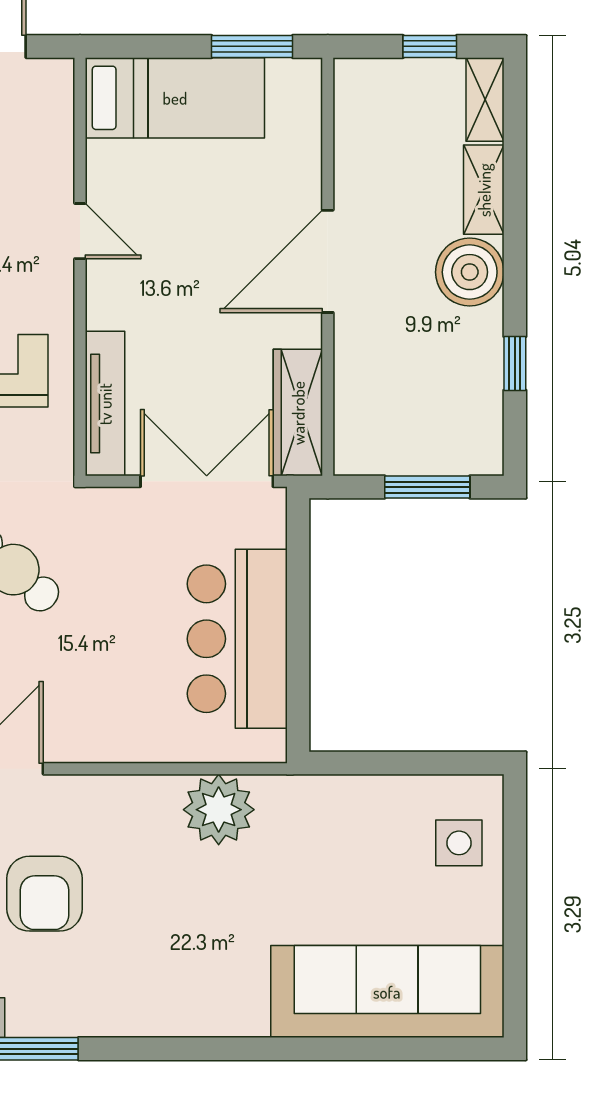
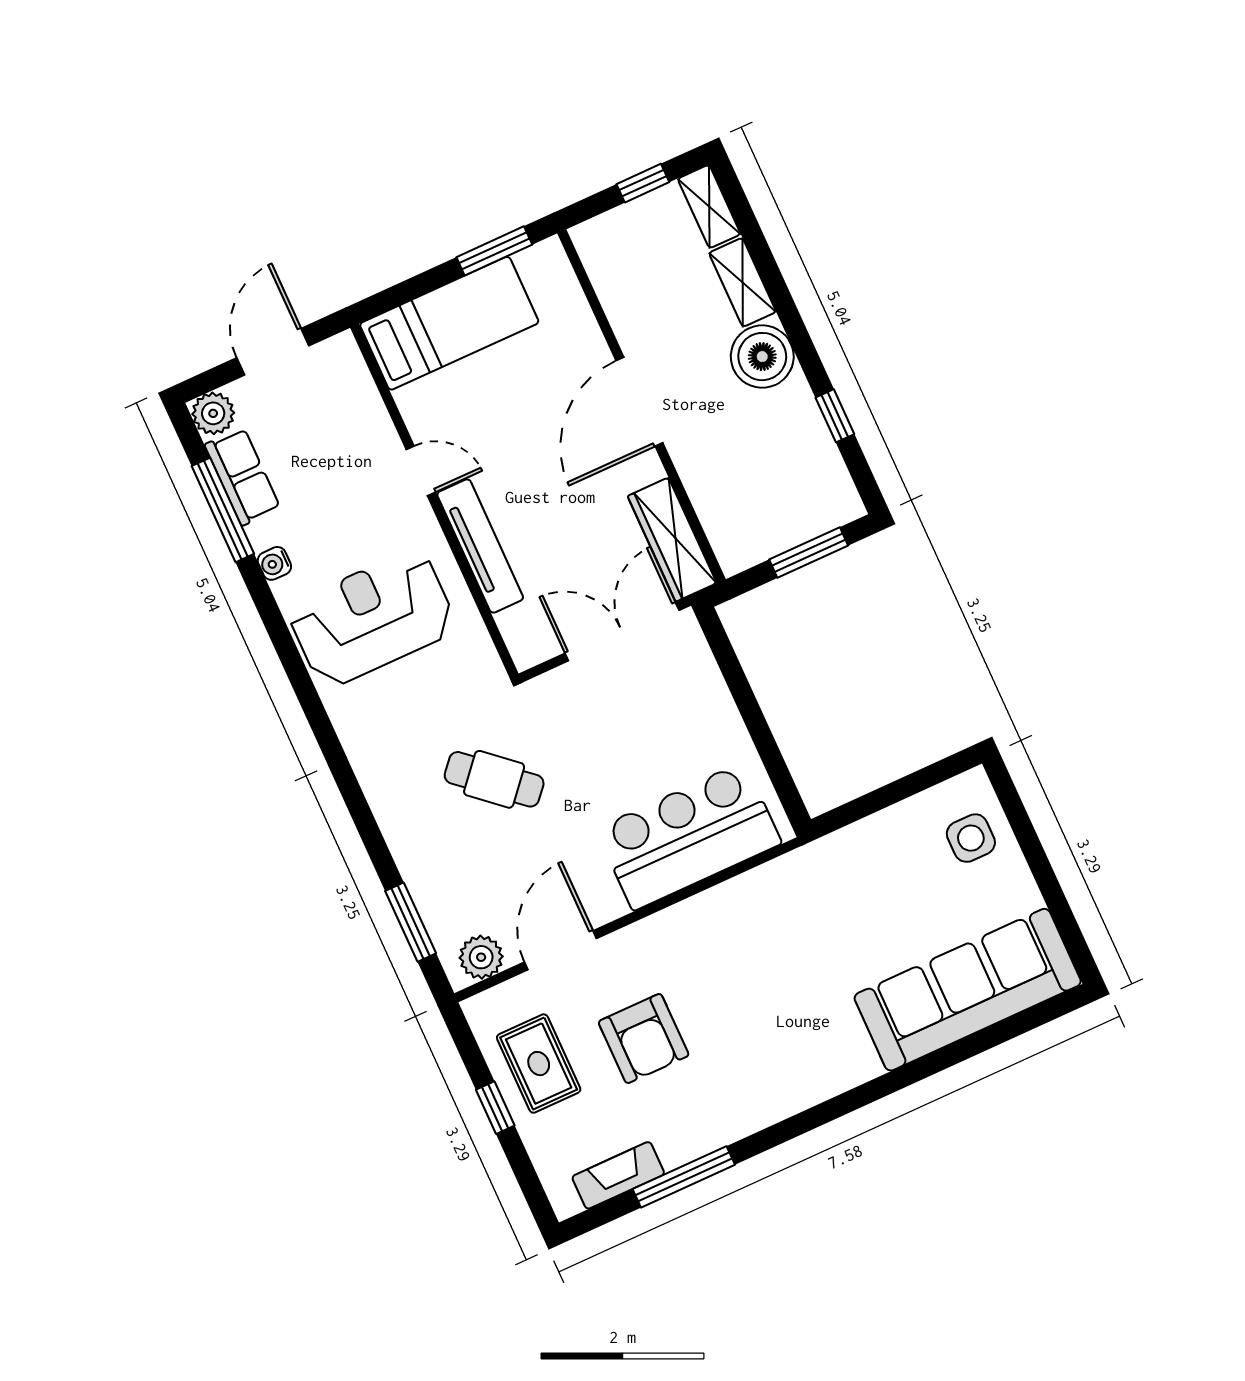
tv unit: (105, 404) -> (480, 546), moved
bar counter: (237, 639) -> (689, 836), moved, turned 90
plant: (219, 810) -> (757, 902), removed

